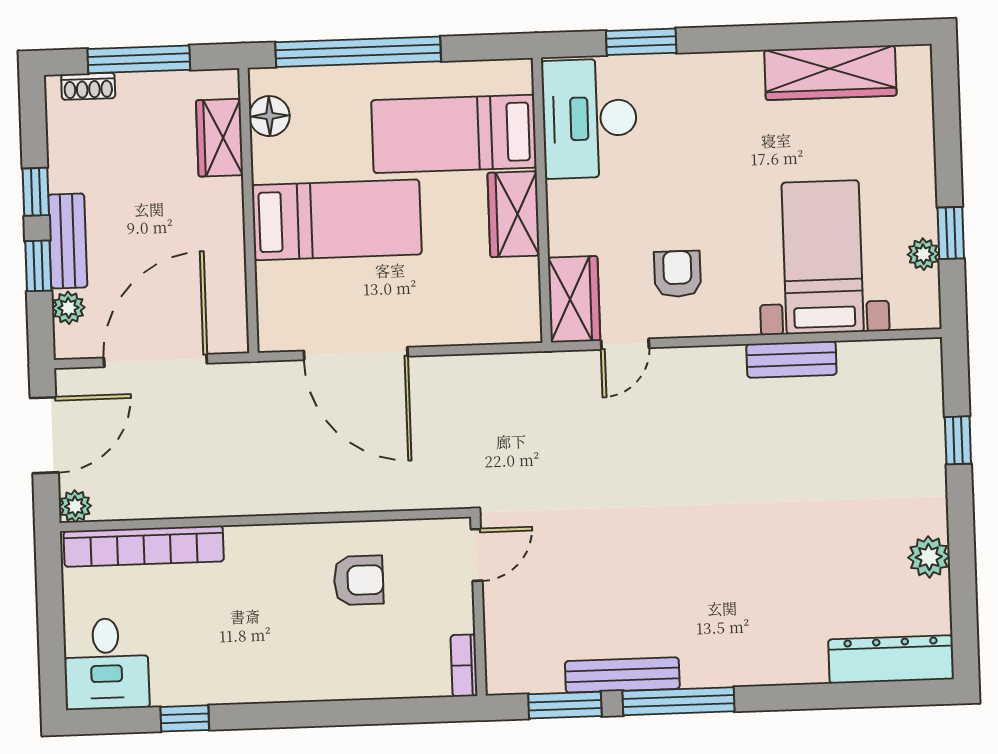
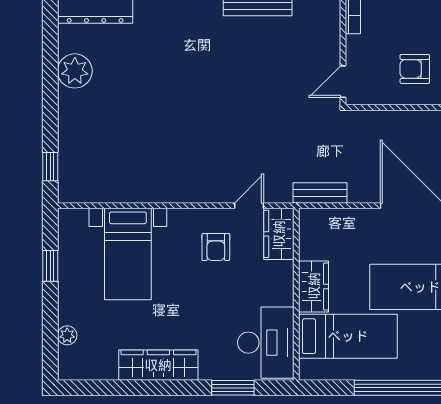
wardrobe: (830, 73) -> (158, 365), moved
plant: (923, 254) -> (67, 335), moved
bench: (791, 359) -> (320, 193), moved
window: (958, 440) -> (50, 167), moved
plant: (929, 557) -> (75, 71), width x1.36, depth x1.36

